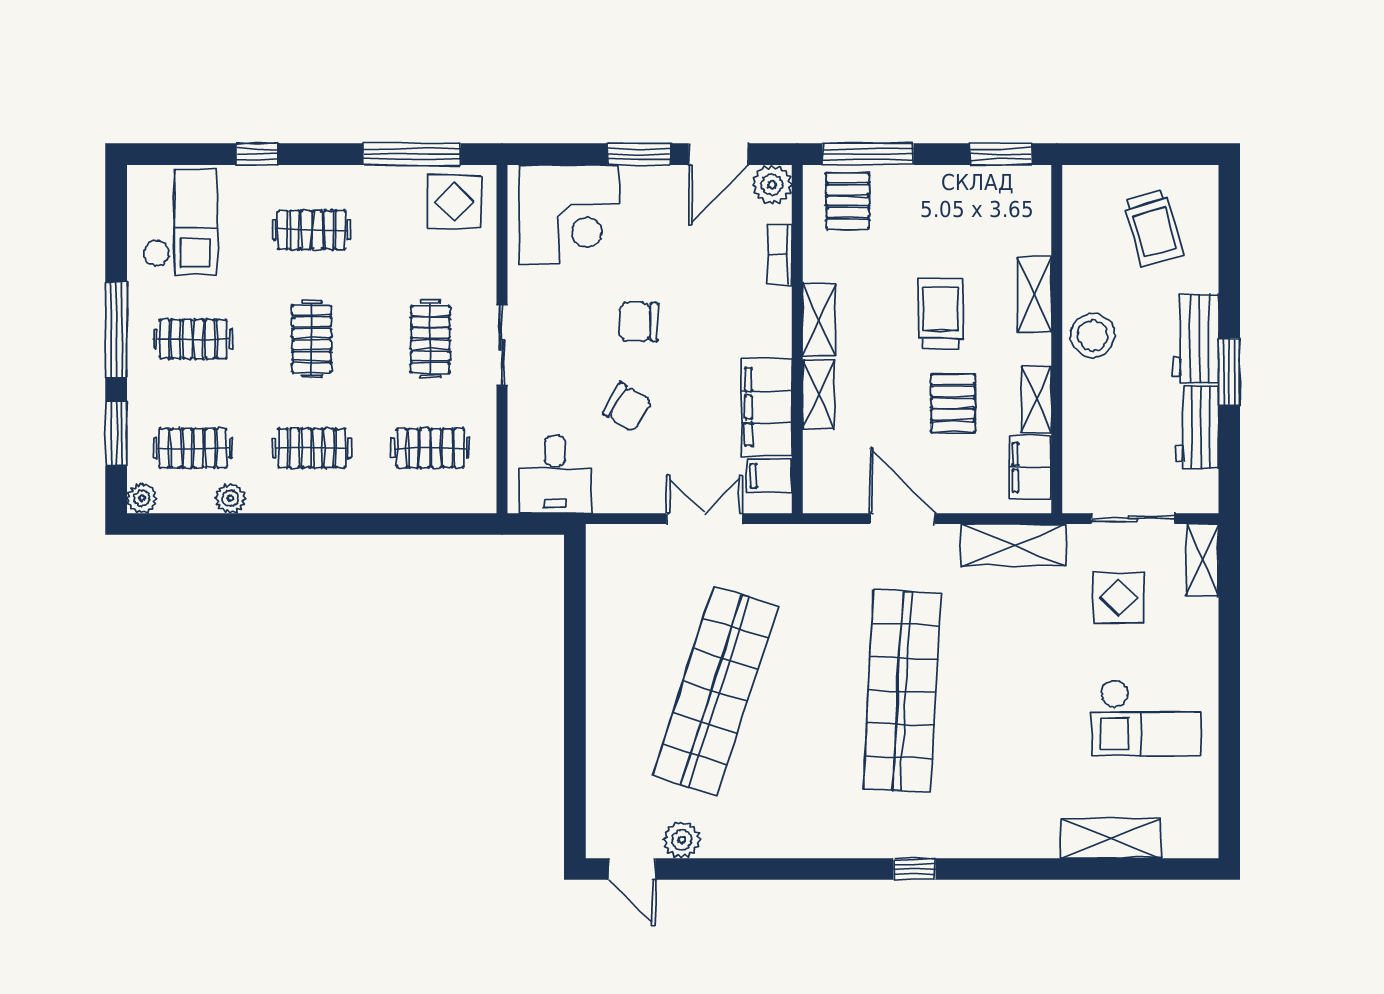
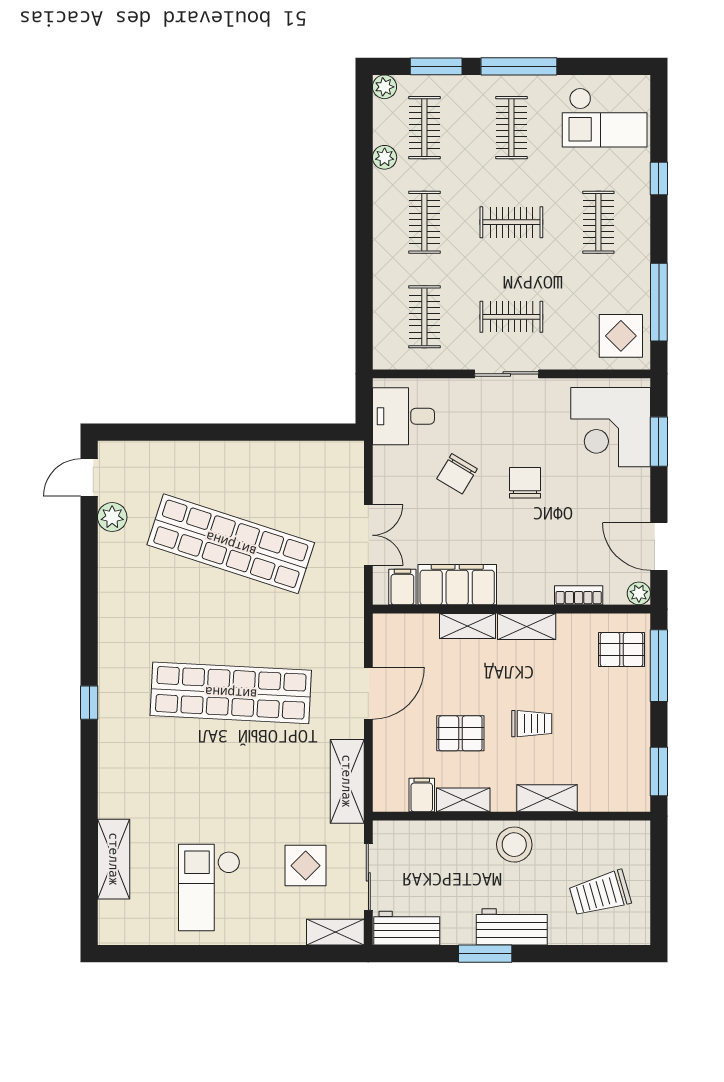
window: (639, 154) -> (659, 442), moved
plant: (772, 185) -> (639, 593), width x0.73, depth x0.73
trolley: (941, 314) -> (532, 724), width x0.73, depth x0.72
workbench: (1197, 427) -> (407, 928), moved
filing cabinet: (1030, 467) -> (422, 795), width x0.50

